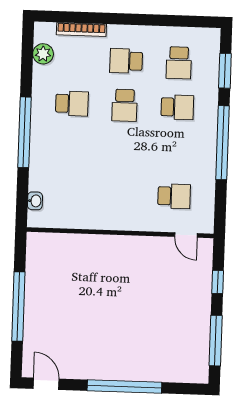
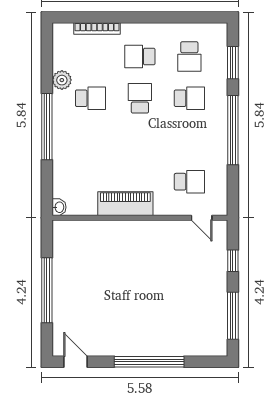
plant: (43, 54) -> (62, 80), moved
school desk: (125, 105) -> (140, 98), turned 180
washbasin: (35, 201) -> (59, 207), moved
piano: (105, 217) -> (125, 204), added

